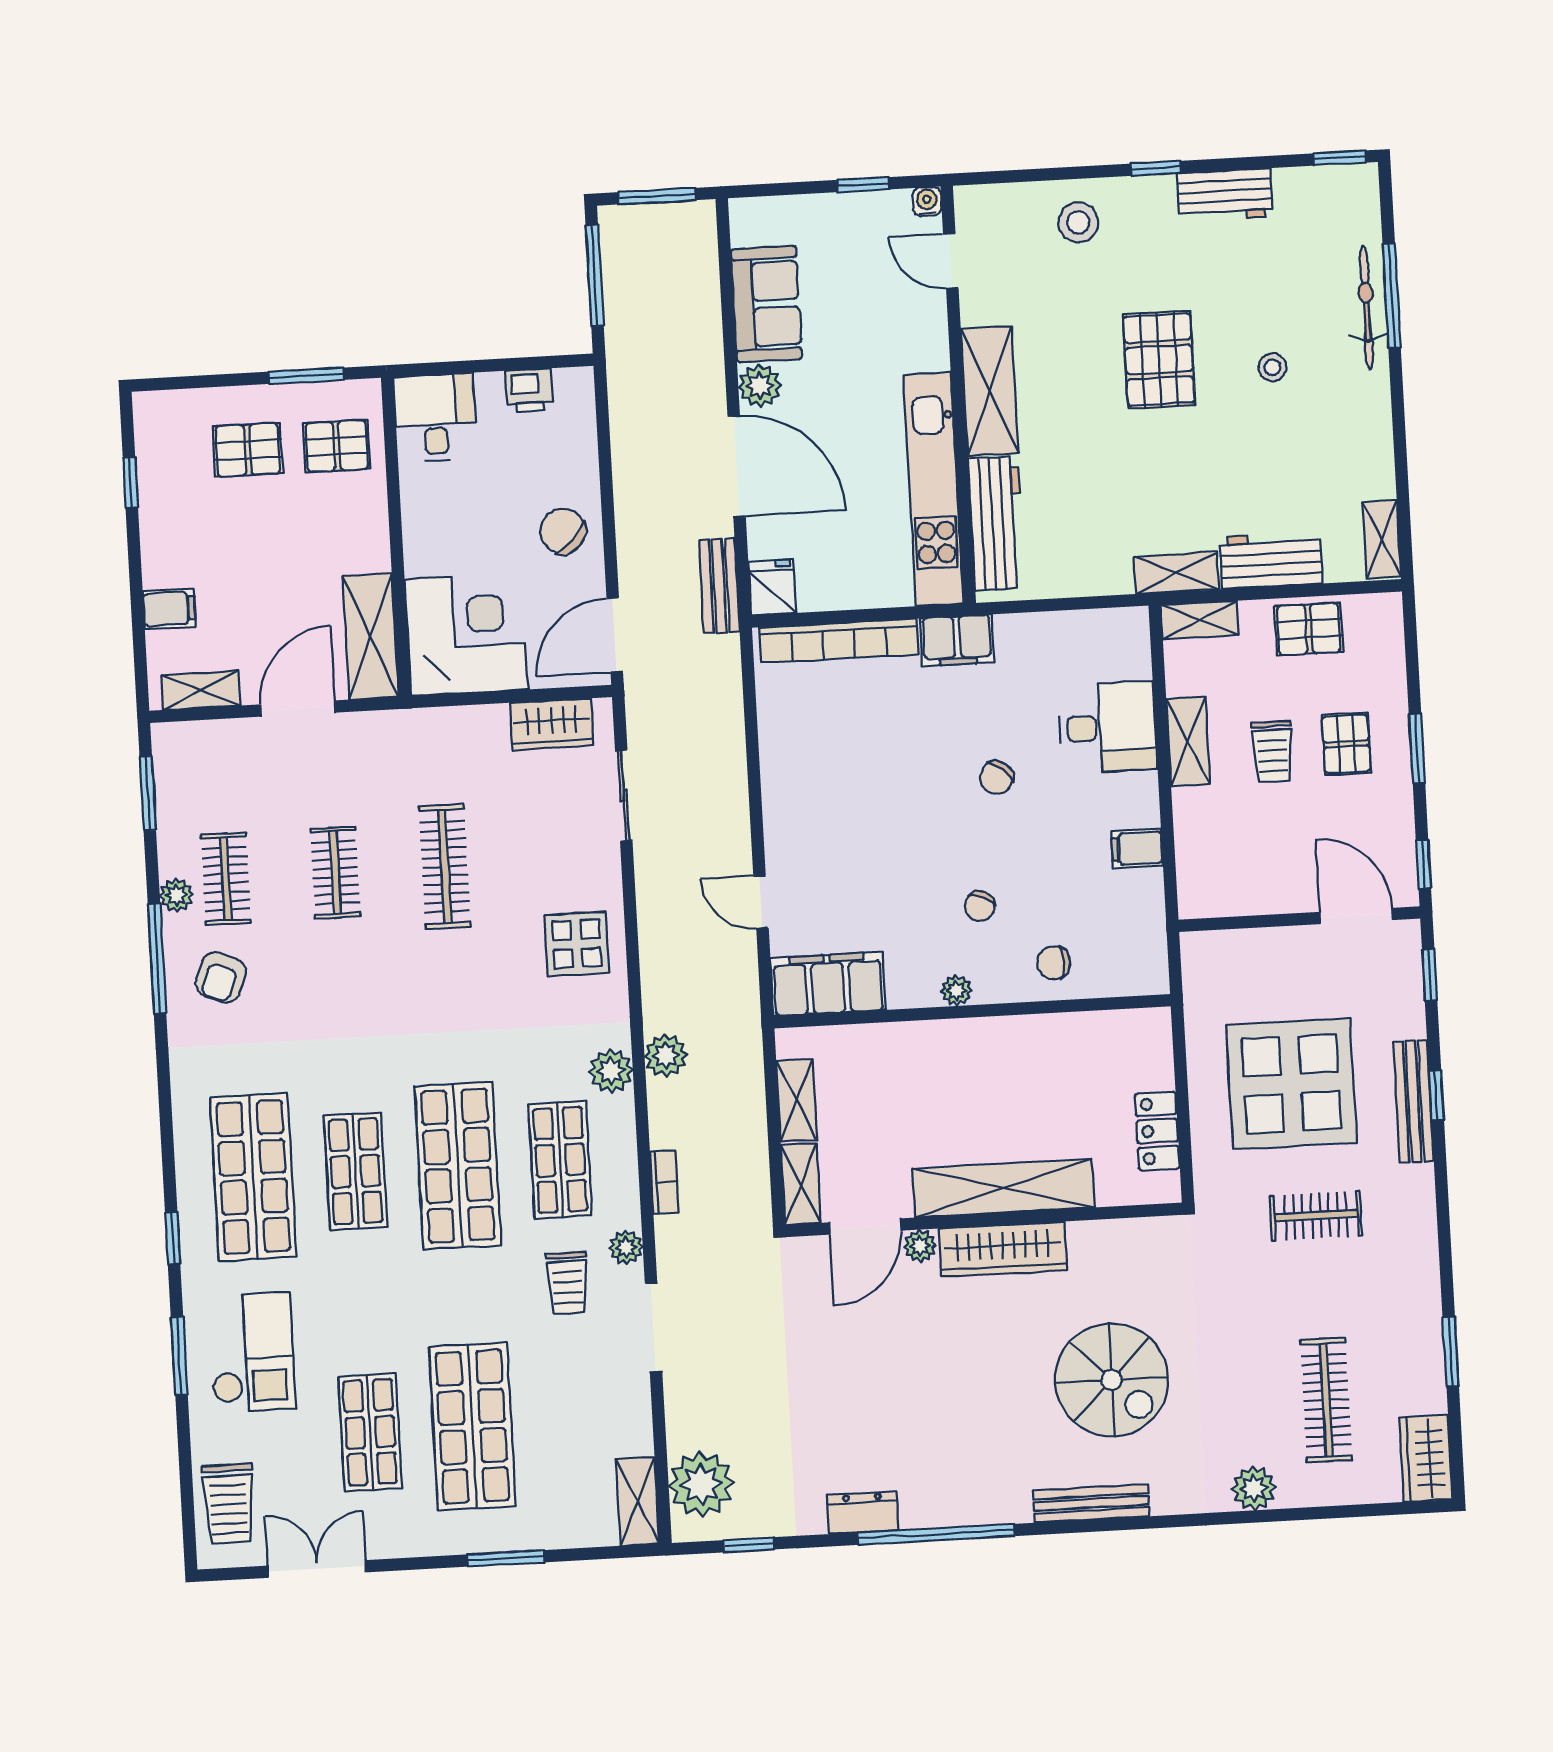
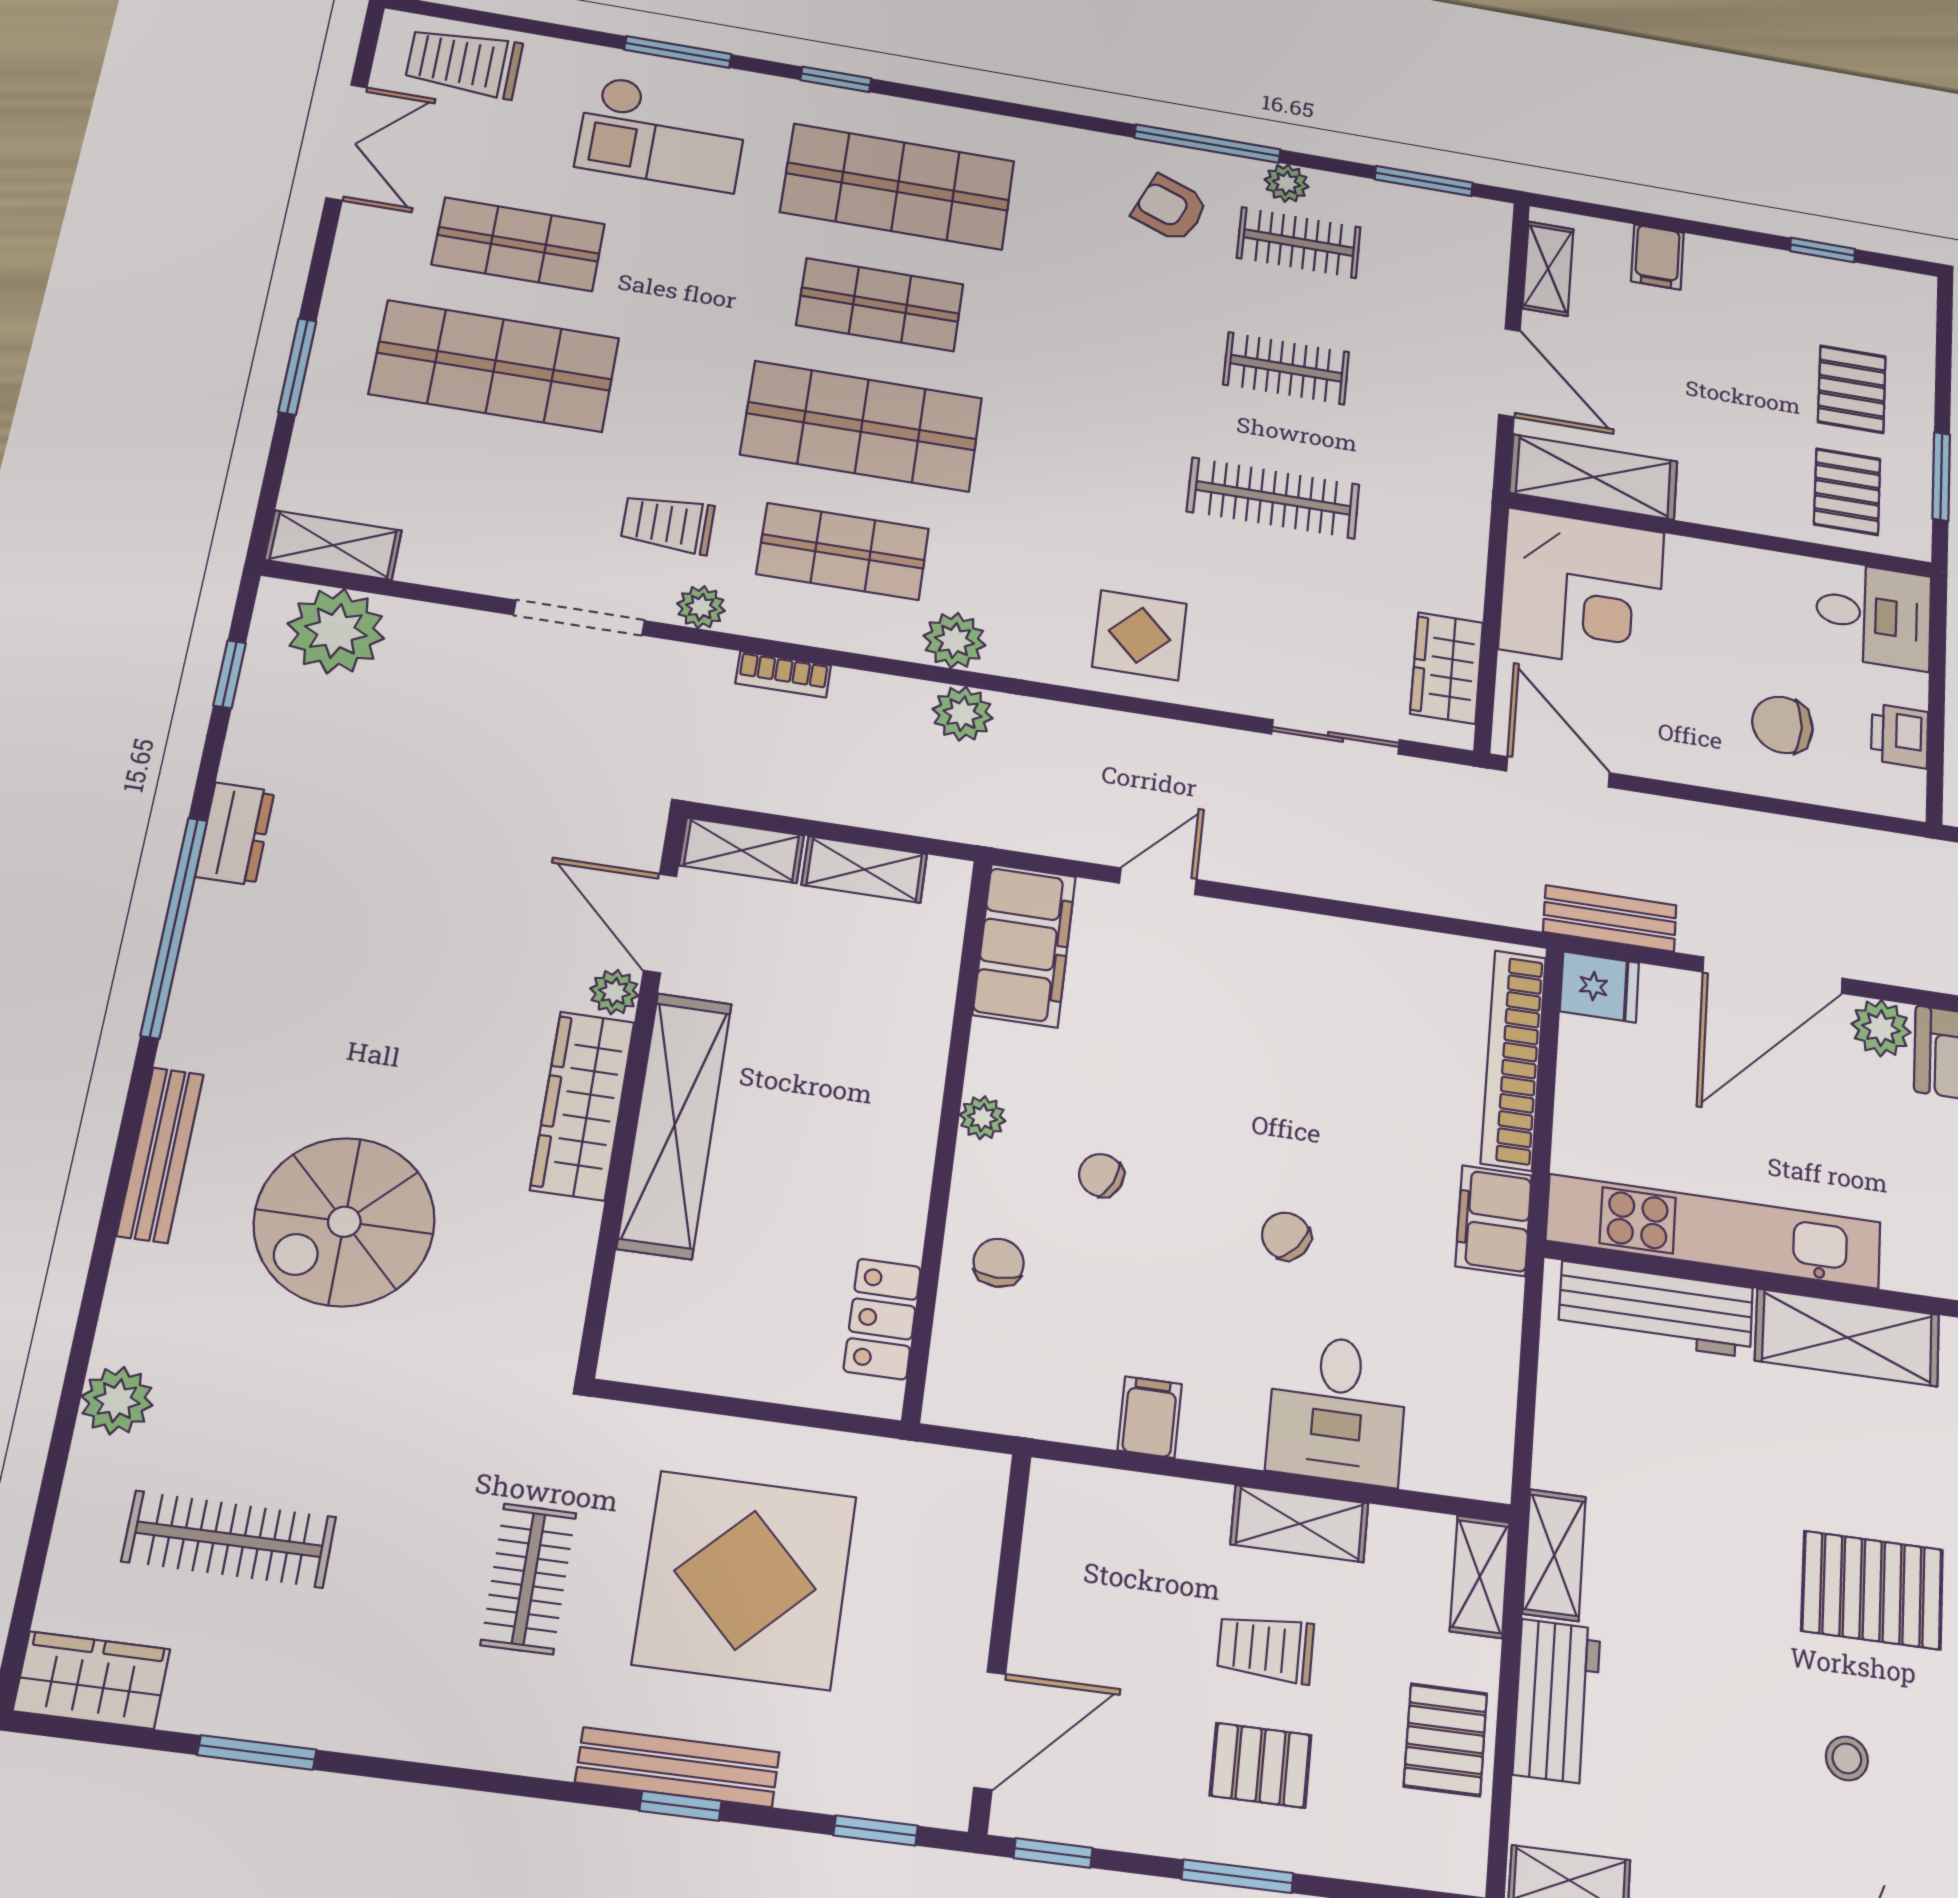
chair: (563, 531) -> (1782, 725), moved, turned -134
locker: (1157, 1131) -> (882, 1319), moved, turned -90

